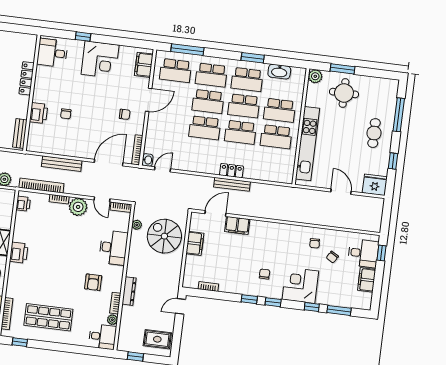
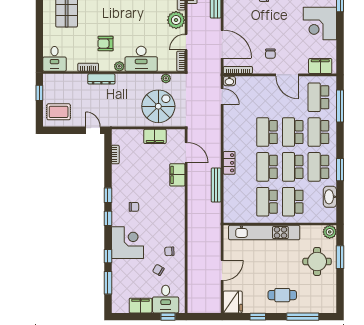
bench: (232, 184) -> (216, 185), moved
plant: (112, 320) -> (119, 66), moved
rug: (157, 339) -> (59, 112), turned 90

